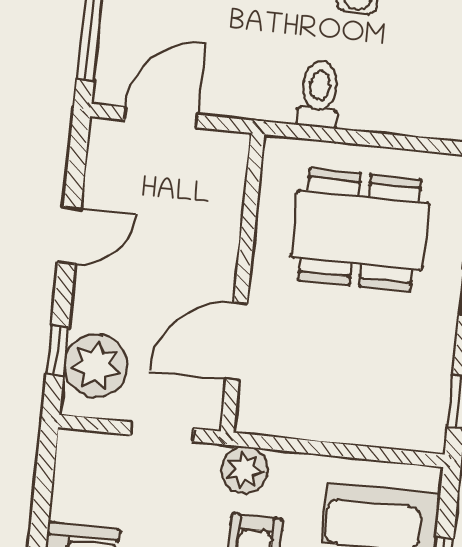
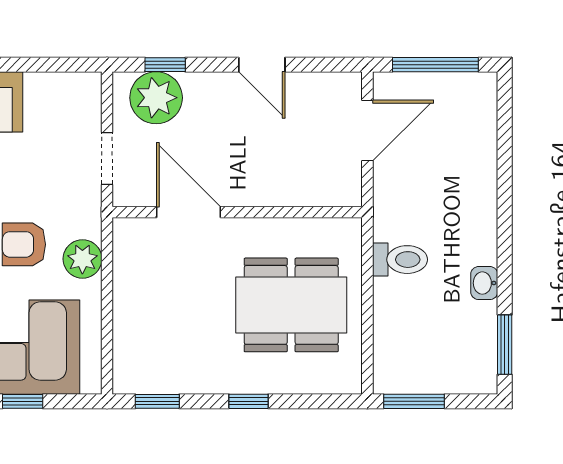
door: (161, 117) -> (367, 131), hinge flipped
dining table: (360, 230) -> (291, 305), turned 90
plant: (245, 470) -> (82, 259), moved

